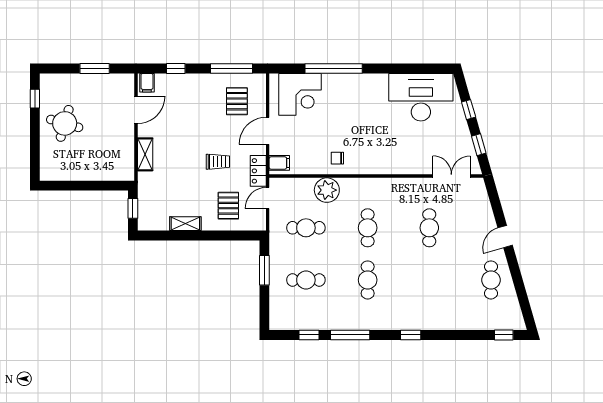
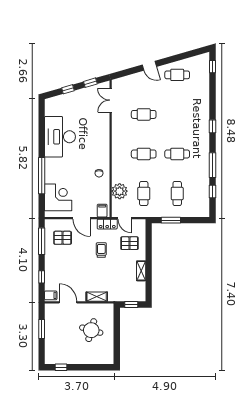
desk: (421, 97) -> (60, 137), moved
round table: (65, 123) -> (91, 330), moved
plant: (327, 190) -> (120, 191), moved

